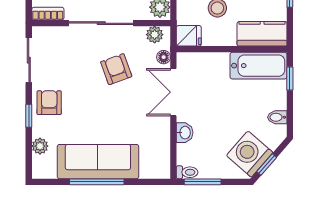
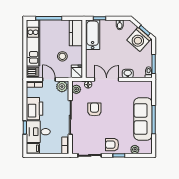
armchair: (116, 69) -> (94, 109), turned 110
double door: (173, 92) -> (107, 79), swing flipped

